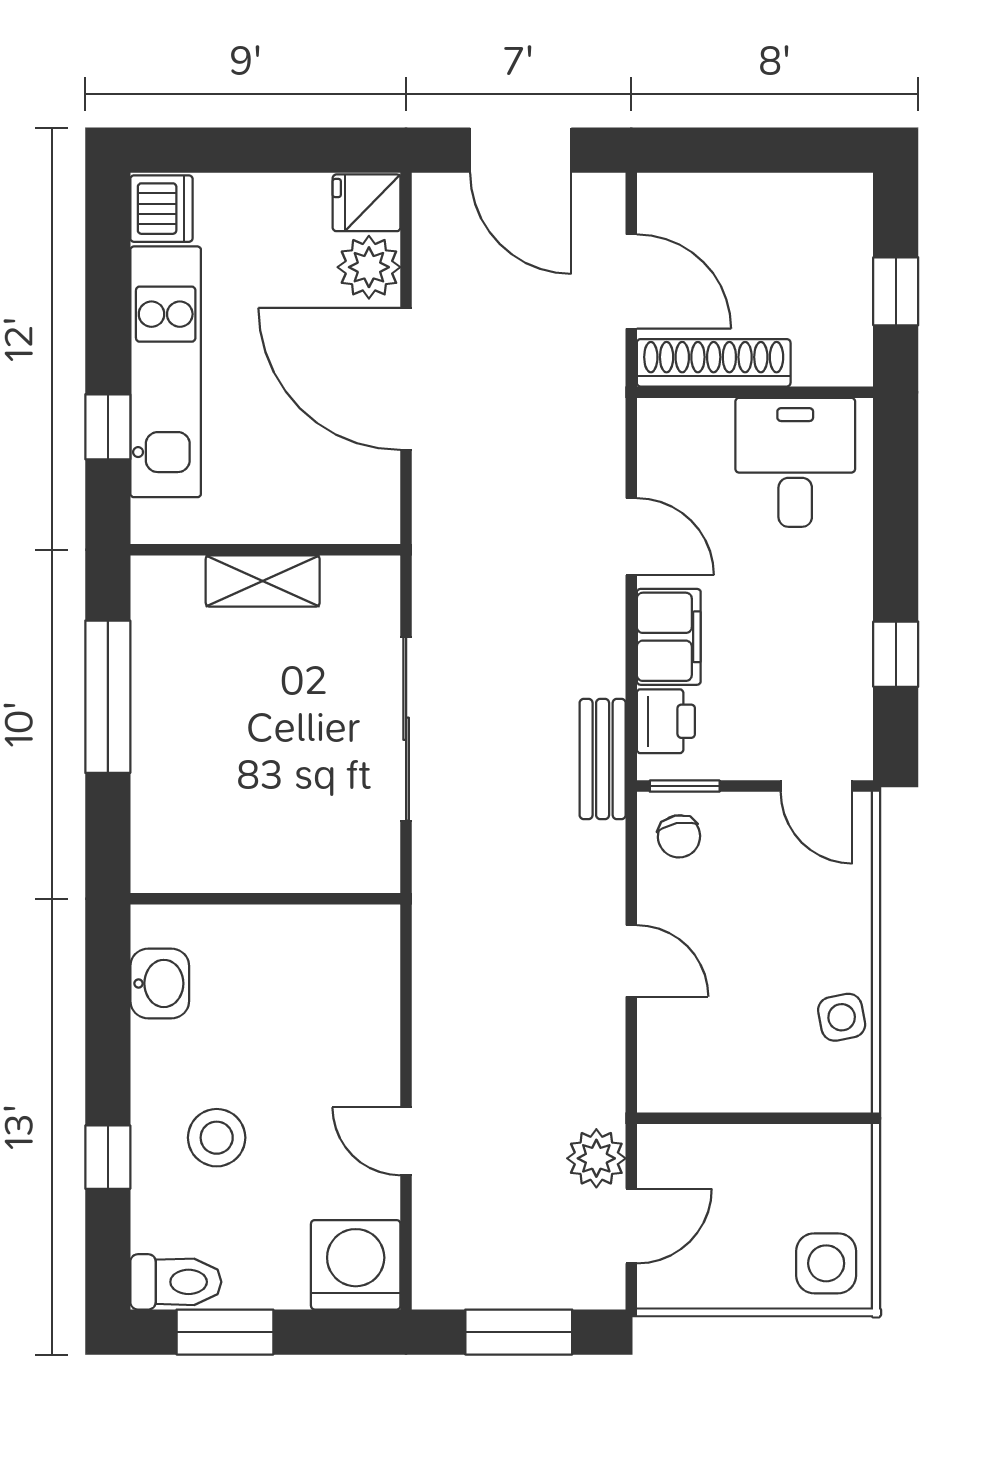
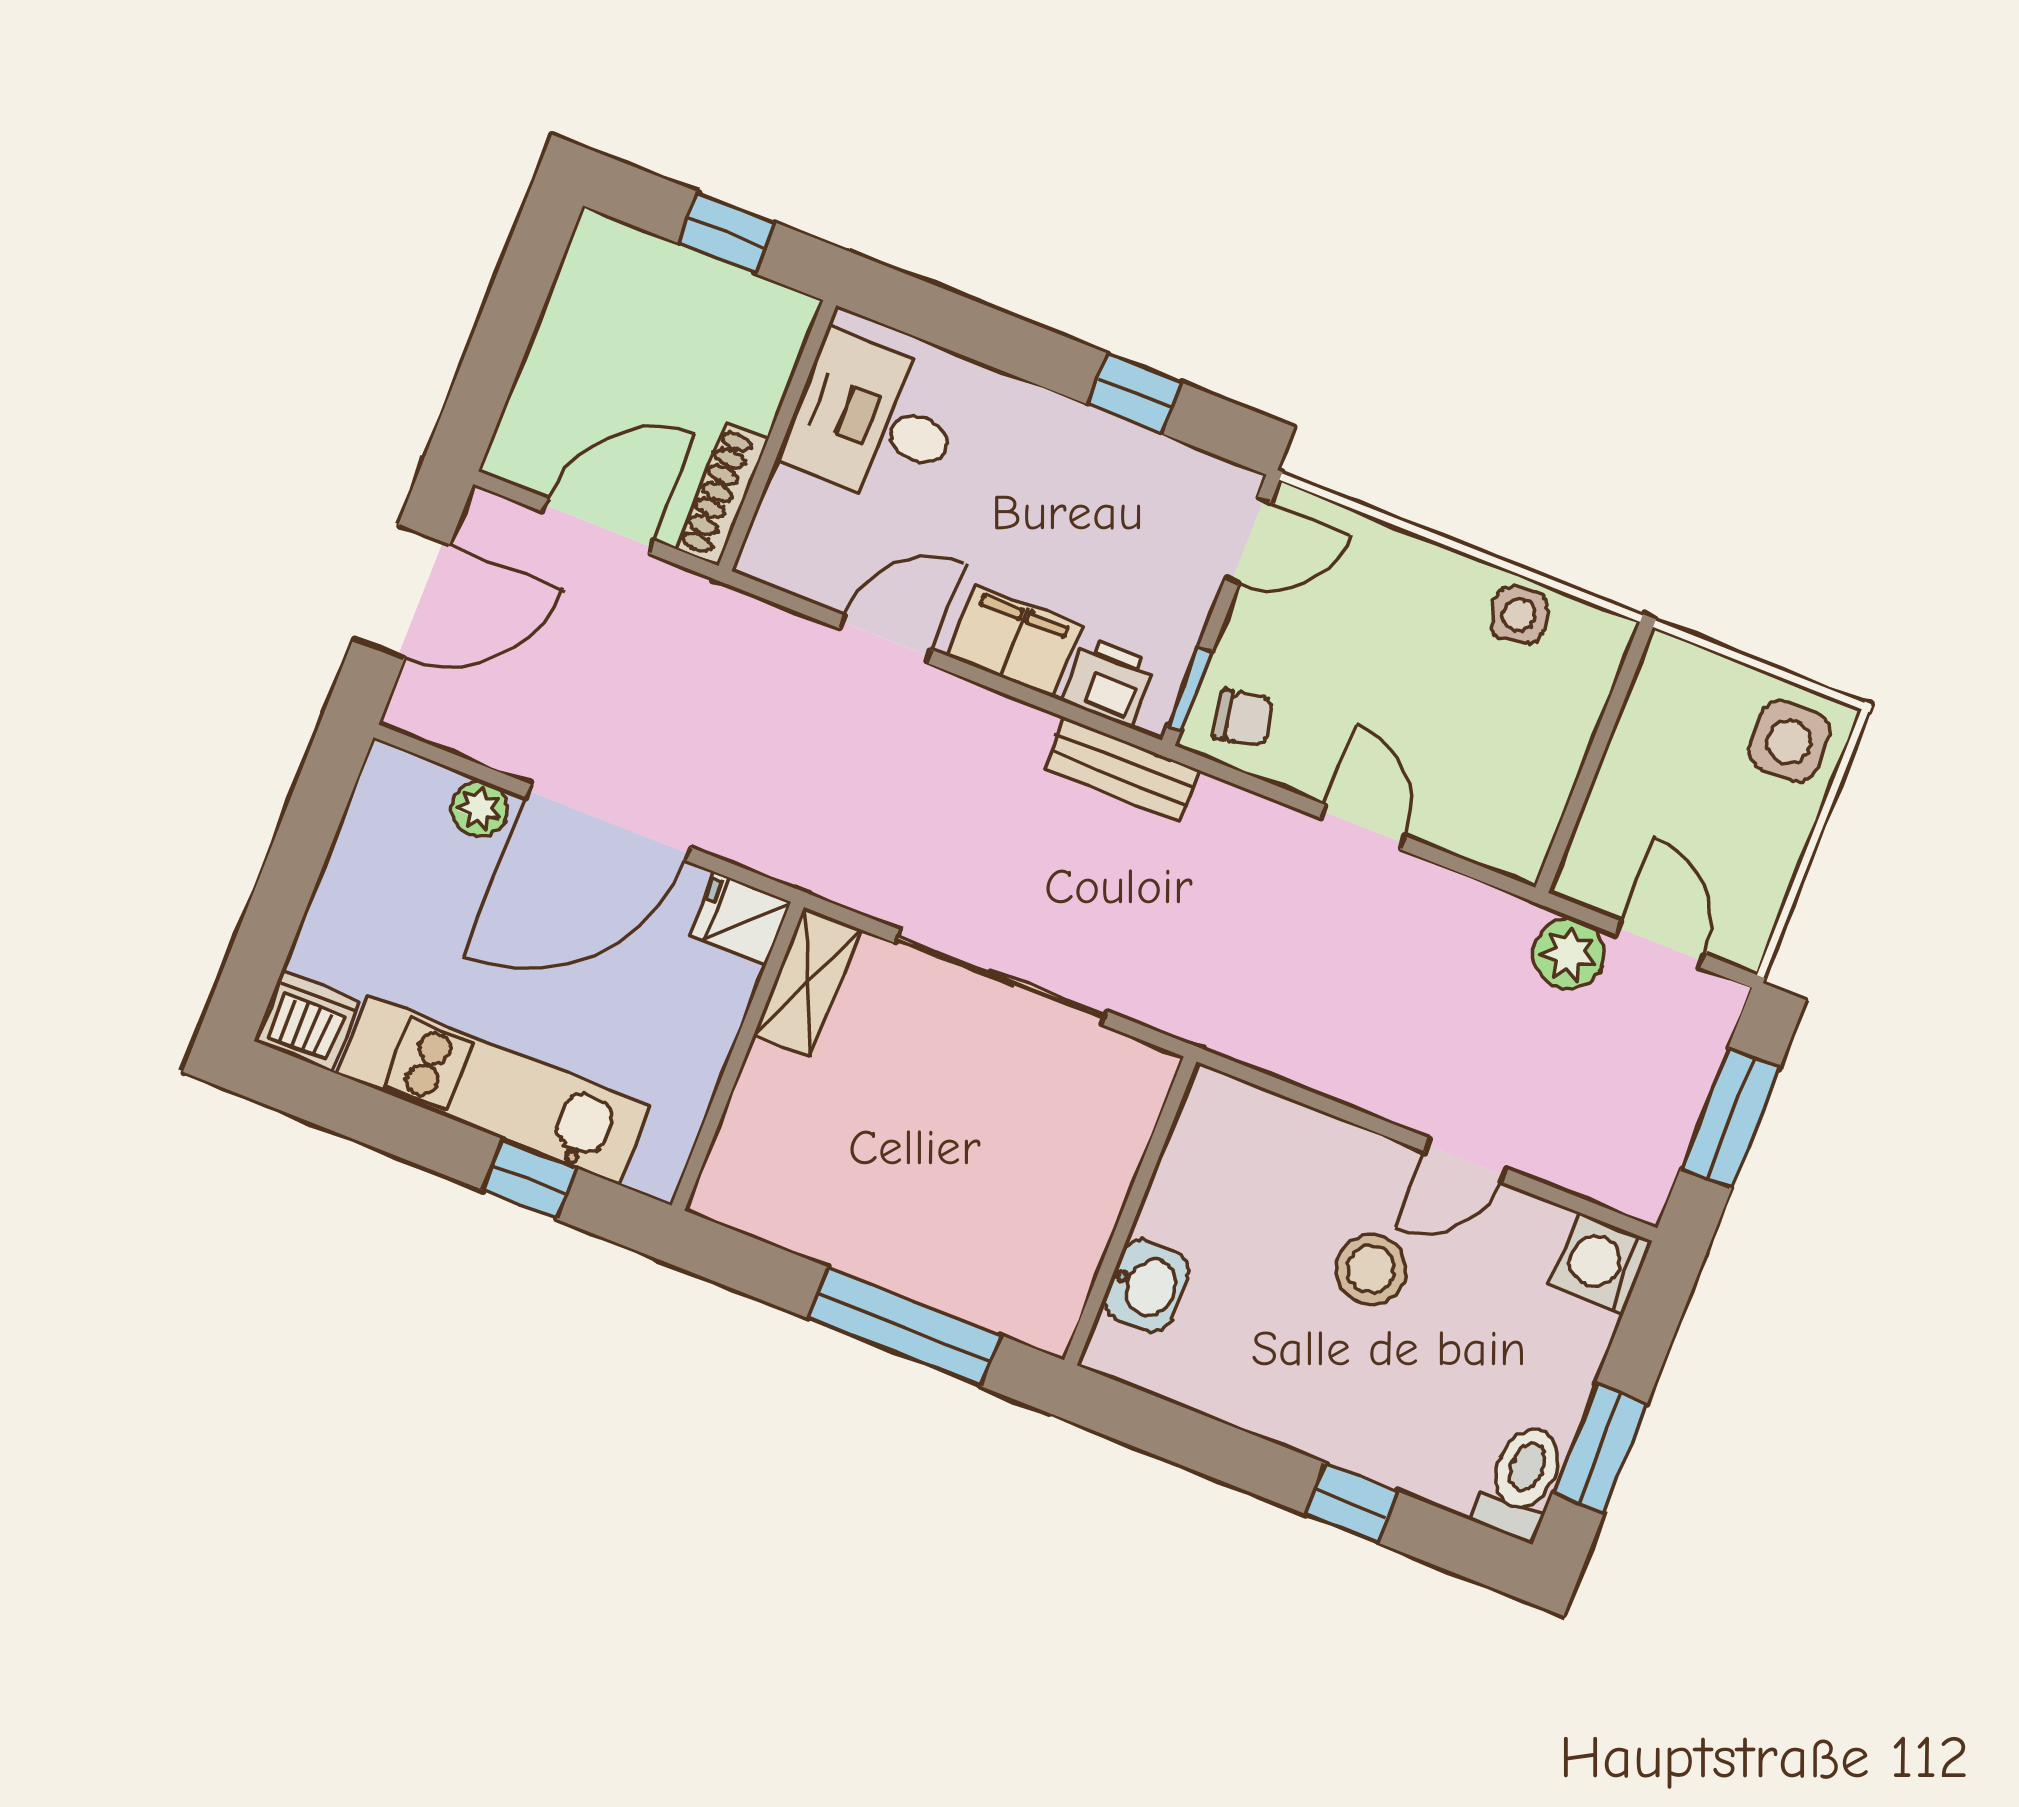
fridge: (367, 203) -> (741, 919), moved, turned 90
plant: (369, 267) -> (479, 809), width x0.73, depth x0.73
shoe rack: (714, 363) -> (722, 494), width x0.74, depth x0.81
shelving: (263, 581) -> (807, 982), moved
window: (108, 697) -> (904, 1327), moved
door: (631, 961) -> (1362, 827), hinge flipped
washbasin: (160, 983) -> (1146, 1286), moved, turned 90
stool: (217, 1138) -> (1371, 1269), moved
washing machine: (356, 1265) -> (1601, 1263), width x0.73, depth x0.73

